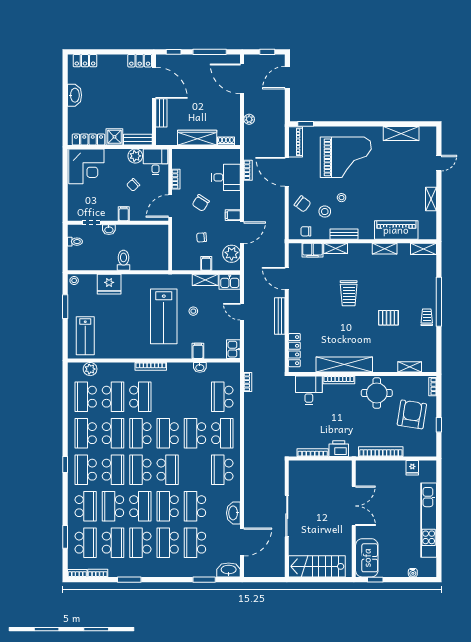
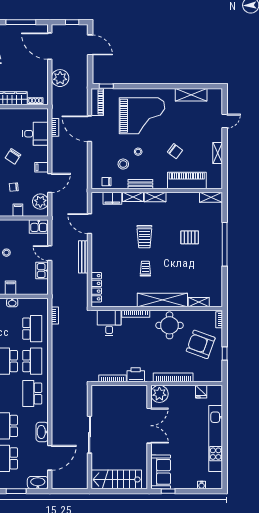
door: (287, 78) -> (90, 45), swing flipped
plant: (249, 119) -> (60, 78), width x1.88, depth x1.88
chair: (302, 204) -> (175, 151), moved
shelving: (385, 249) -> (155, 197), moved
shelving: (205, 280) -> (17, 225), removed
trolley: (427, 317) -> (145, 269), moved
pallet: (388, 318) -> (190, 237), moved
kitchen sink: (233, 349) -> (42, 271), moved
shelving: (344, 365) -> (162, 300), moved
school desk: (222, 397) -> (32, 329), turned 180
armchair: (412, 414) -> (201, 344), turned -79
plant: (365, 470) -> (159, 394), added

